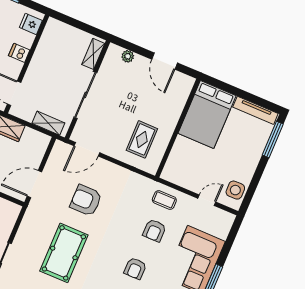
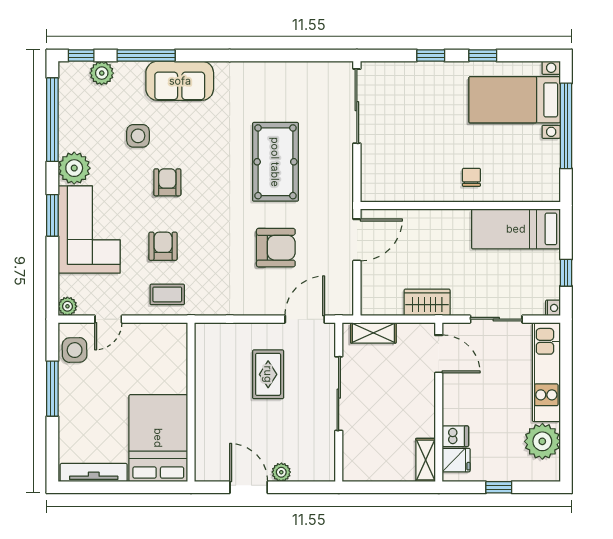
dishwasher: (19, 53) -> (455, 436), moved
shelving: (93, 54) -> (426, 460), moved
plant: (128, 56) -> (281, 472), moved
rug: (142, 139) -> (268, 374), moved
window: (273, 140) -> (52, 389), moved
plant: (228, 219) -> (67, 306), added

